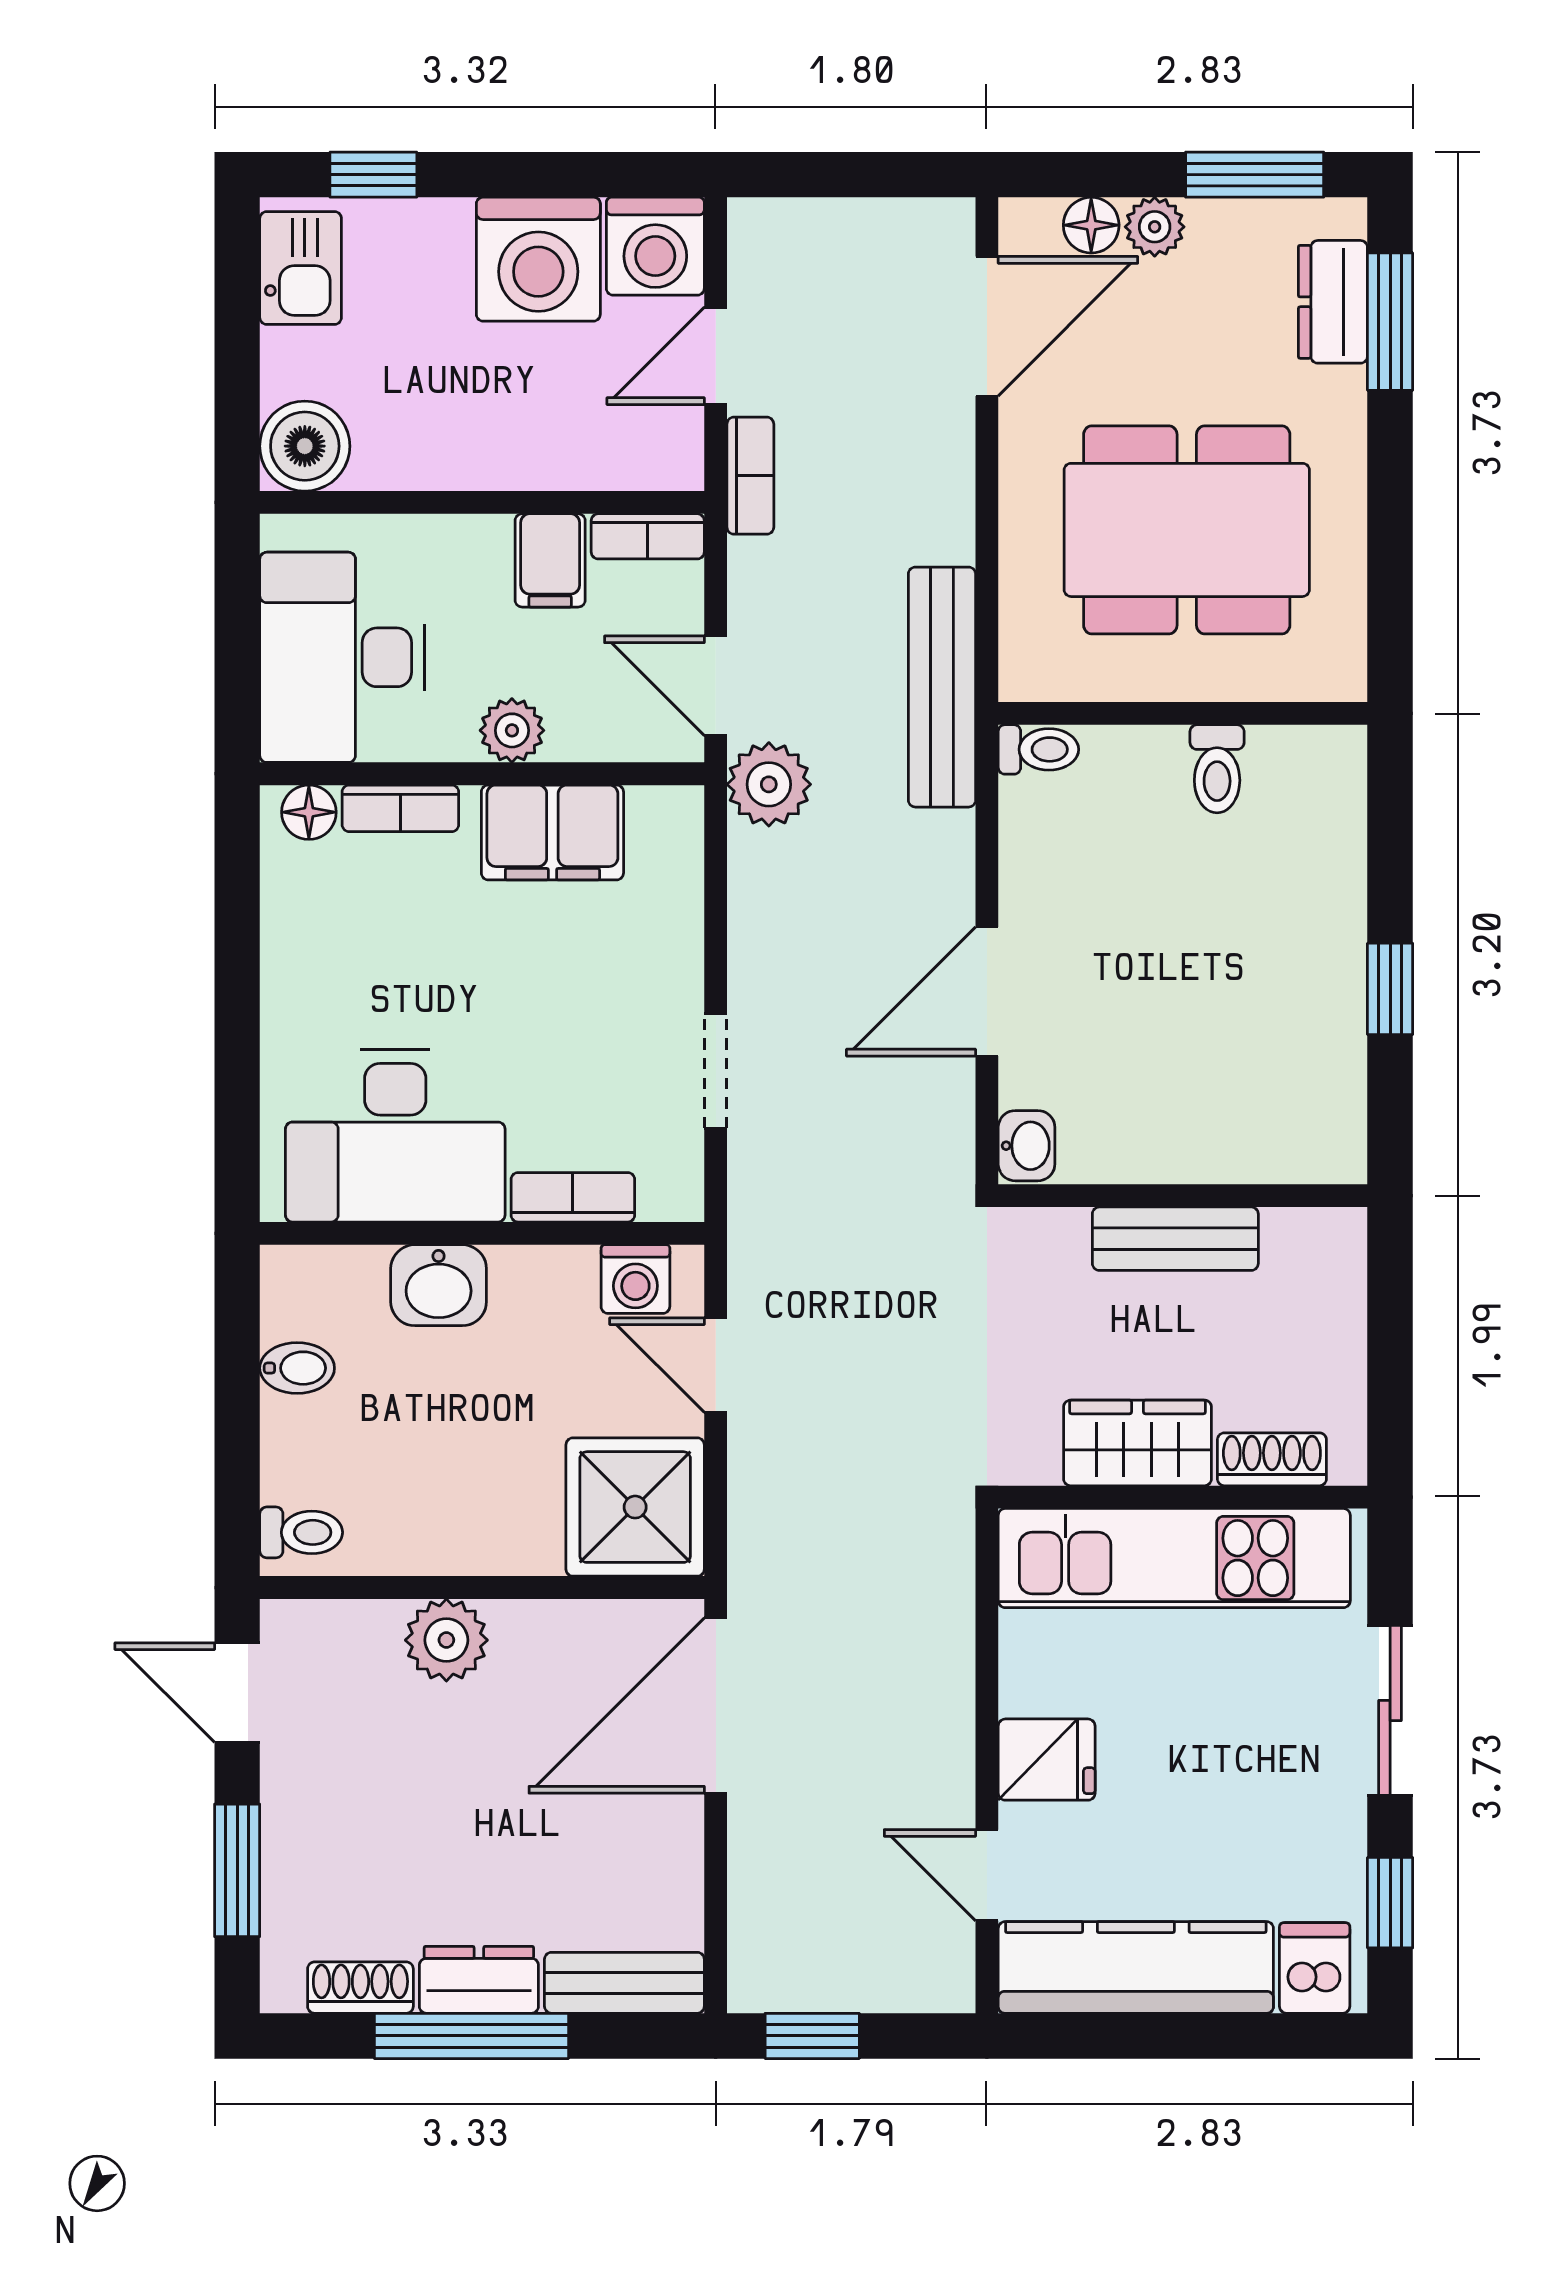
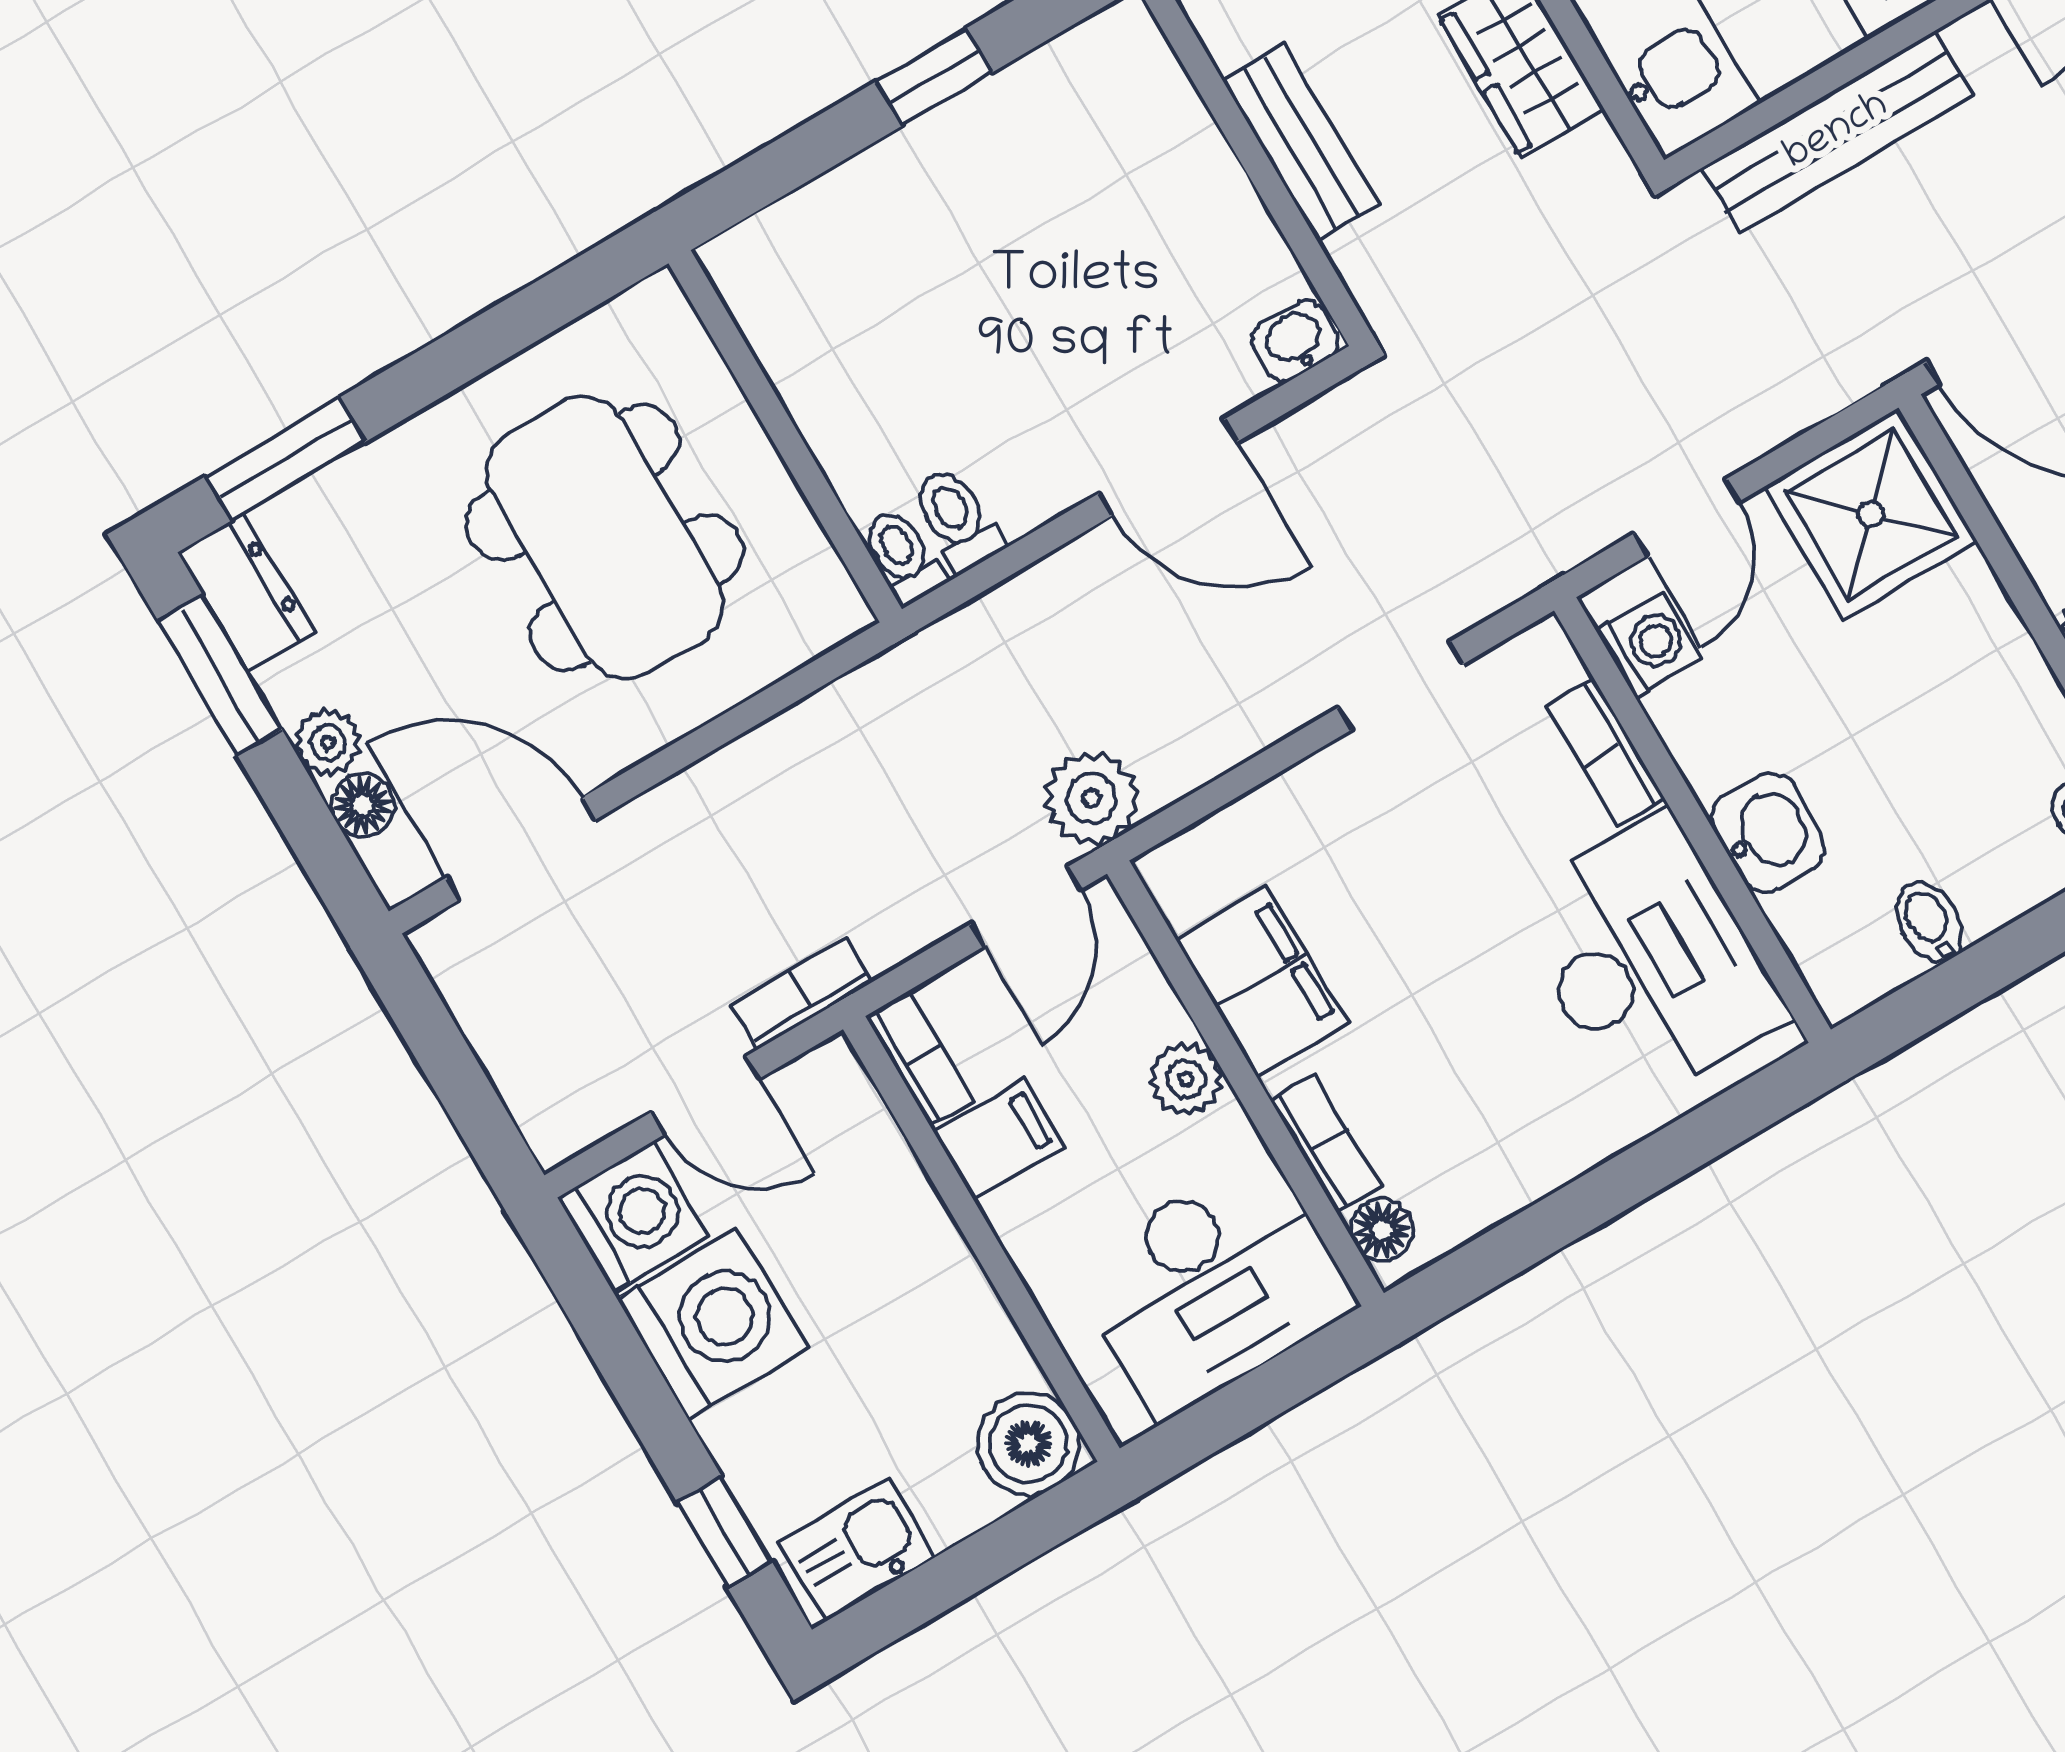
dresser: (1333, 302) -> (246, 592), moved, turned -90
bench: (942, 687) -> (1837, 132), moved
toilet: (1217, 769) -> (957, 519), moved, turned -90

